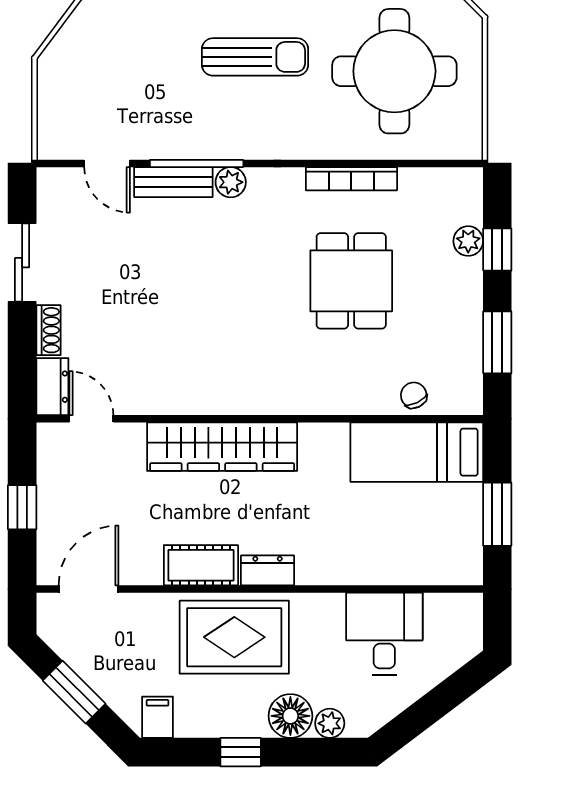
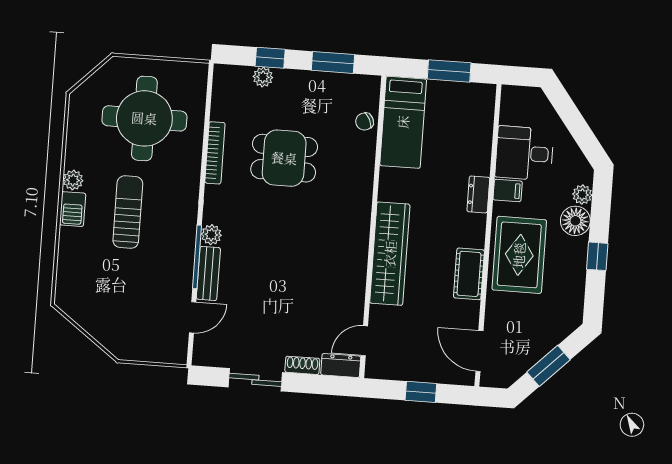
dresser: (268, 570) -> (478, 194), moved
filing cabinet: (157, 717) -> (508, 190), moved, turned 180

